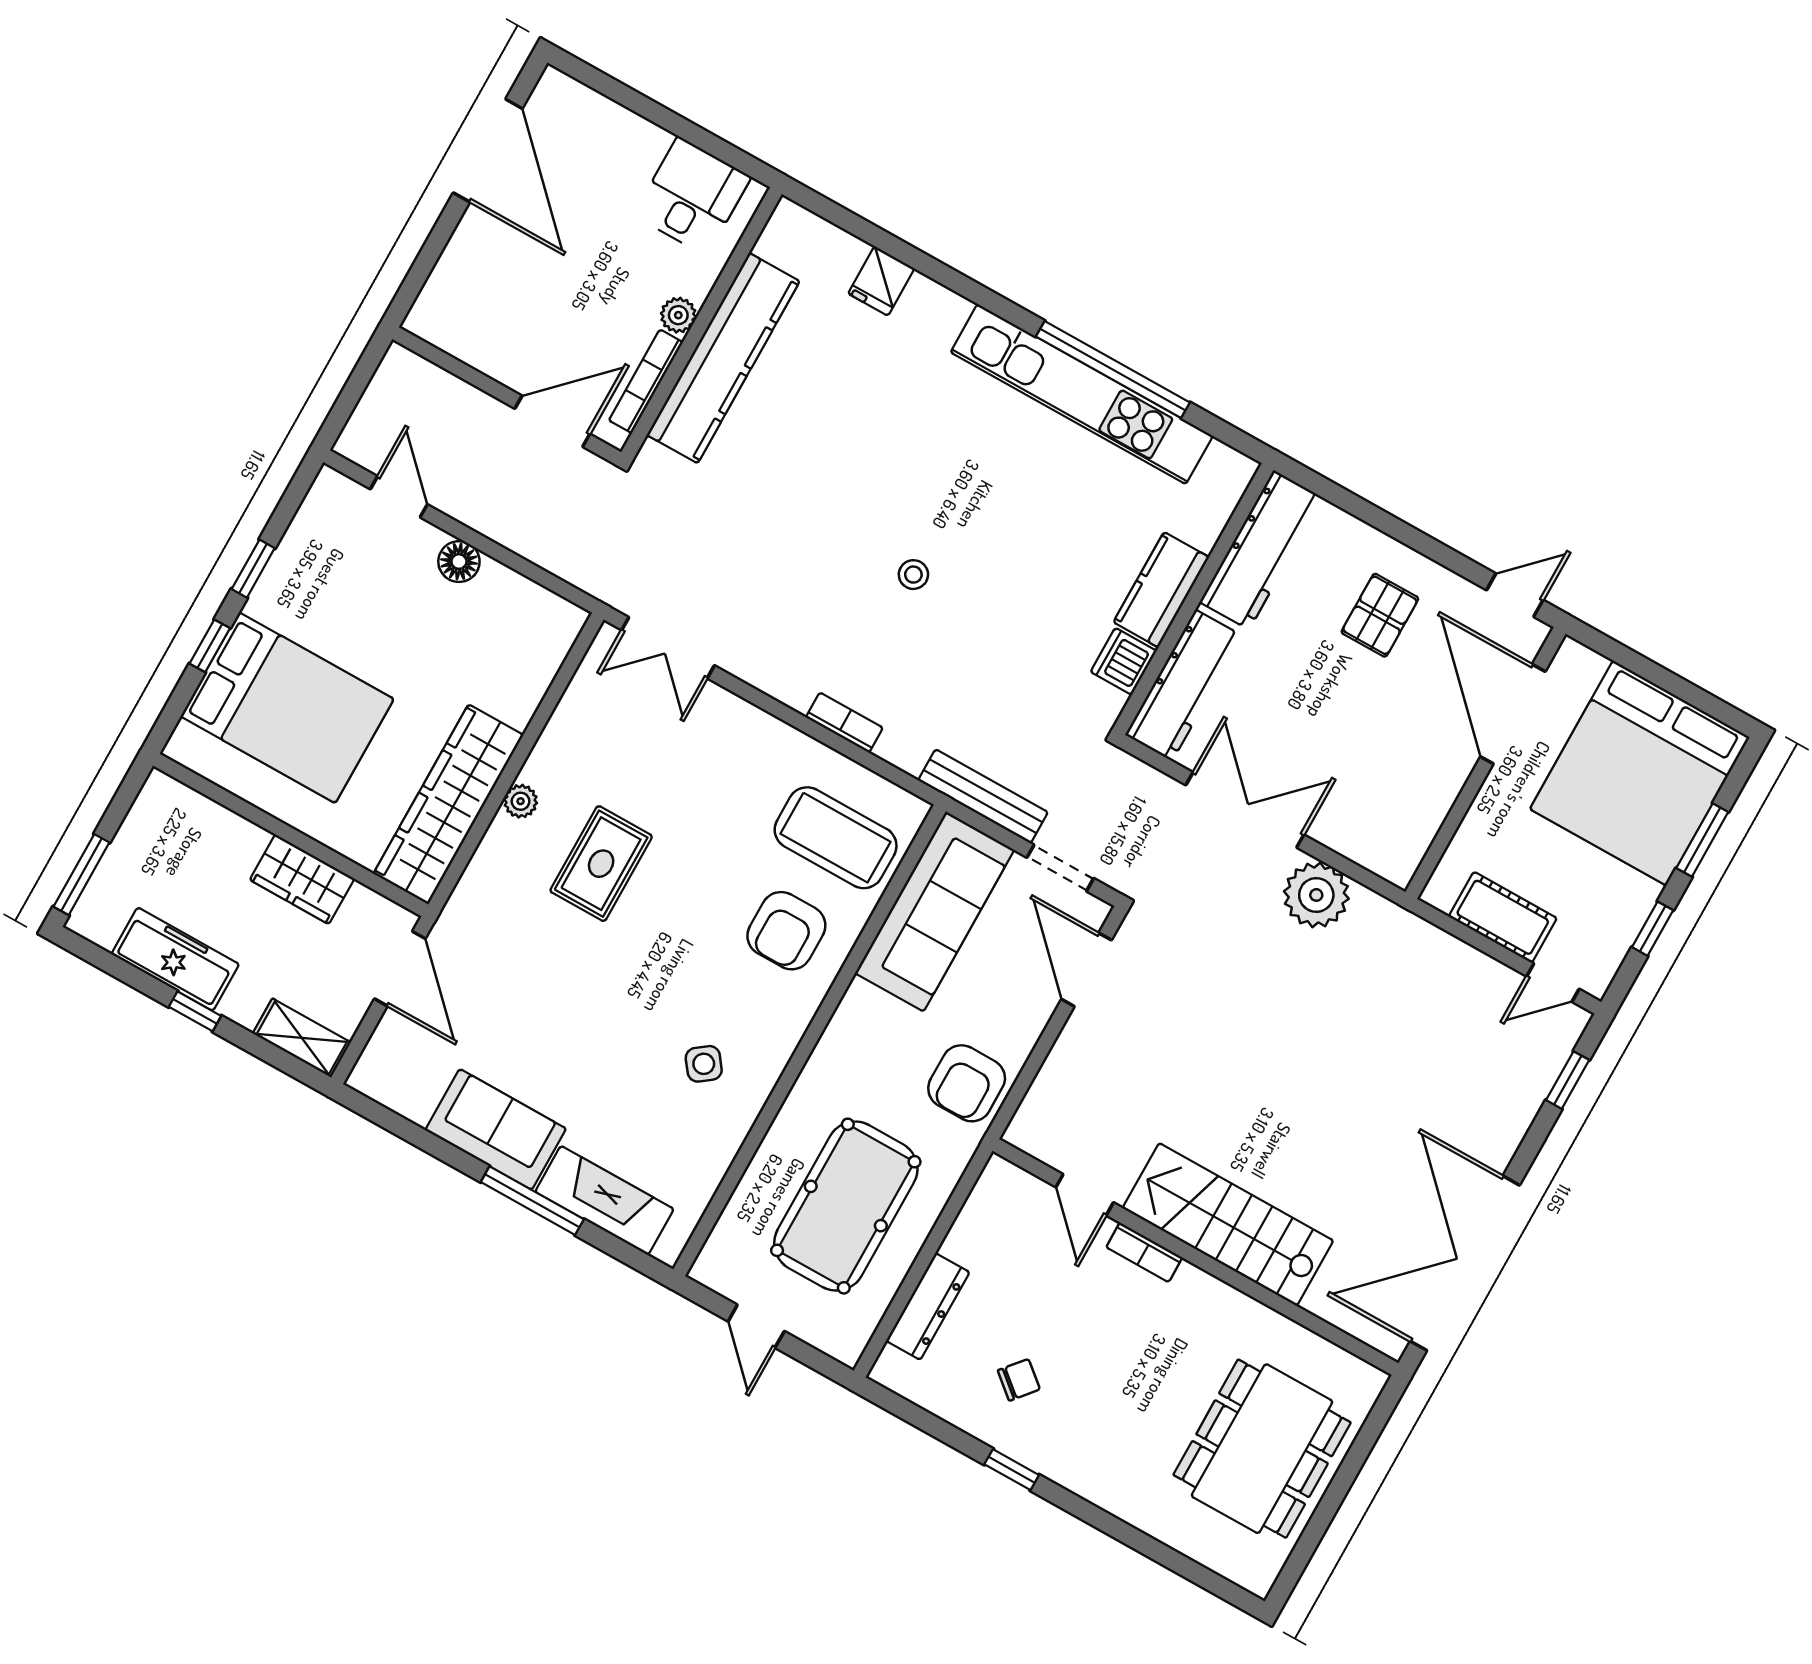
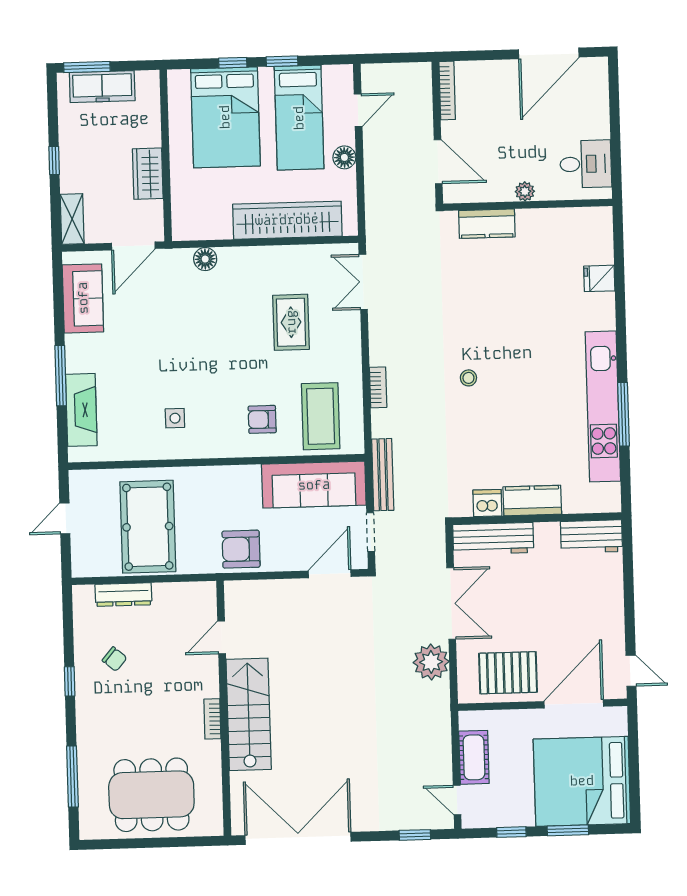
kitchen counter: (723, 358) -> (487, 224), width x0.48, depth x0.86
window: (1113, 369) -> (623, 414), width x0.68
bookcase: (646, 381) -> (447, 90), moved, turned 90
workbench: (1261, 550) -> (591, 536), width x0.73
bed: (356, 594) -> (299, 118), added
pallet: (1380, 615) -> (508, 673), moved, width x1.50, depth x1.42
plant: (521, 801) -> (248, 255), removed
wardrobe: (448, 804) -> (287, 220), moved
rug: (601, 864) -> (291, 322), moved, turned 90
floor lamp: (487, 870) -> (205, 259), added
armchair: (786, 931) -> (262, 419), width x0.72, depth x0.72
freezer: (175, 959) -> (102, 87), moved, turned 90
side table: (704, 1064) -> (175, 418), turned 37
sofa: (496, 1129) -> (83, 298), moved
pool table: (846, 1206) -> (148, 527), turned 90
bookcase: (1144, 1252) -> (212, 719), moved
window: (1161, 1553) -> (72, 777), added

